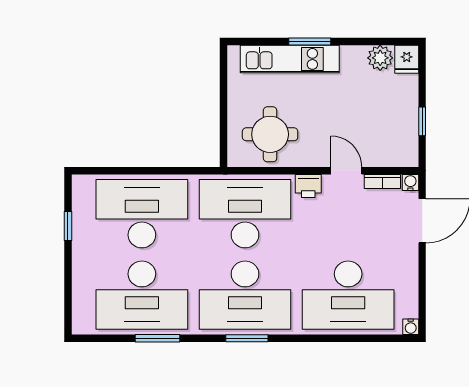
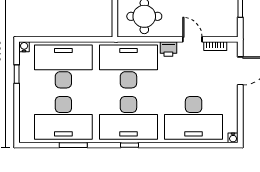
water cooler: (410, 182) -> (24, 47), moved
window: (247, 338) -> (130, 145), width x0.67

